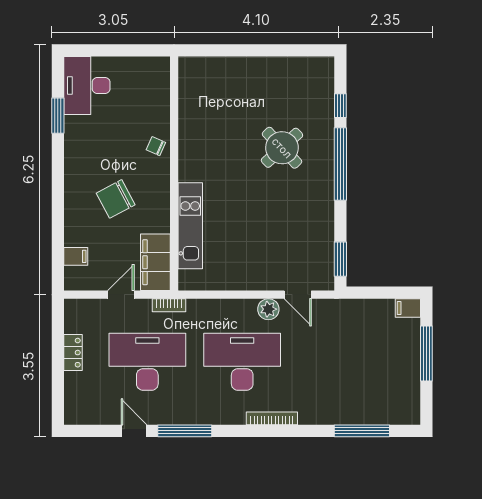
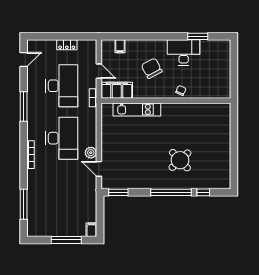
desk: (87, 86) -> (184, 52), moved
door: (298, 295) -> (99, 169), hinge flipped
door: (134, 431) -> (24, 60), moved

